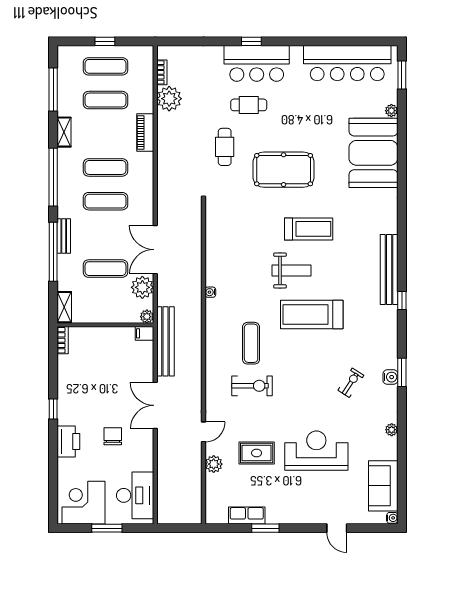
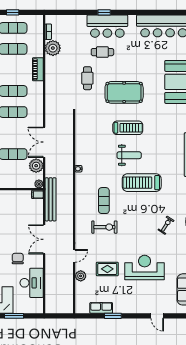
treadmill: (309, 229) -> (128, 128), moved
desk: (135, 495) -> (32, 283), moved

